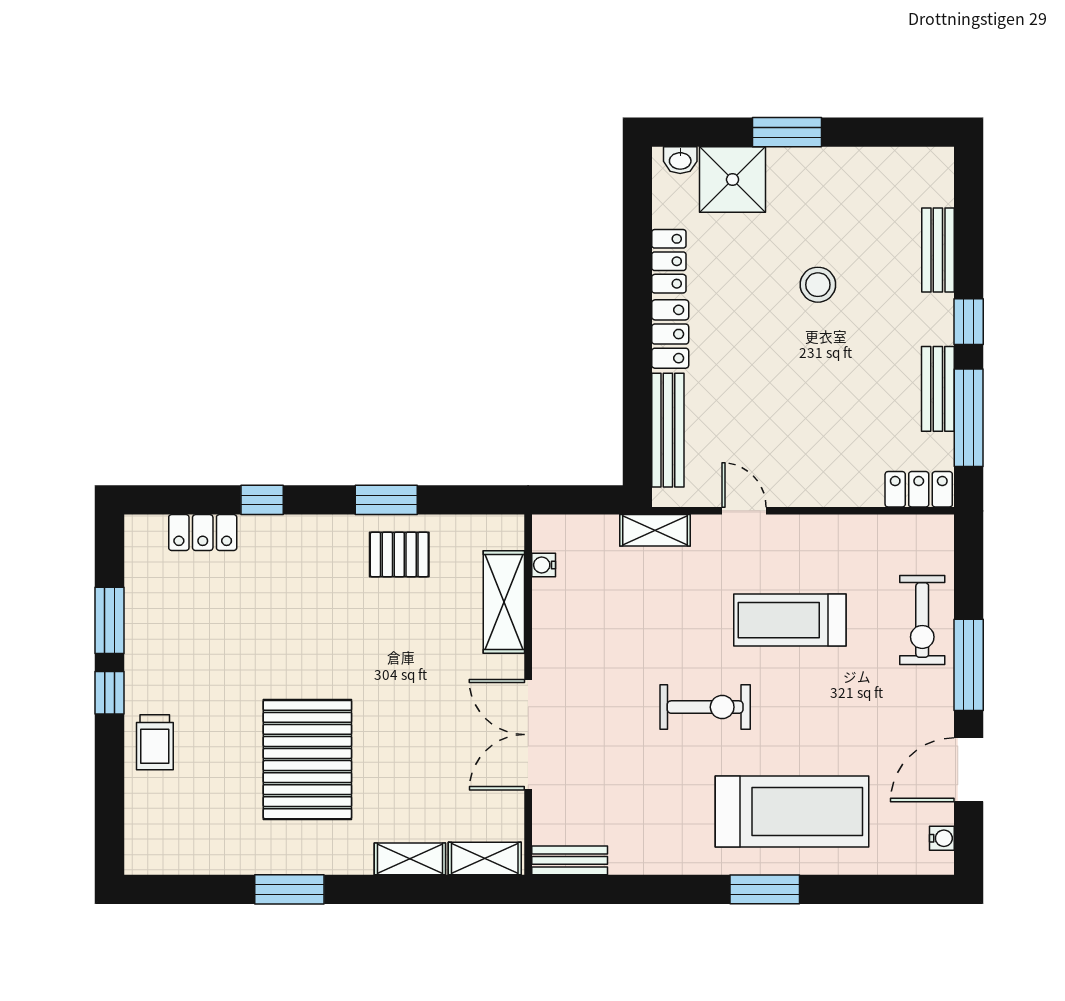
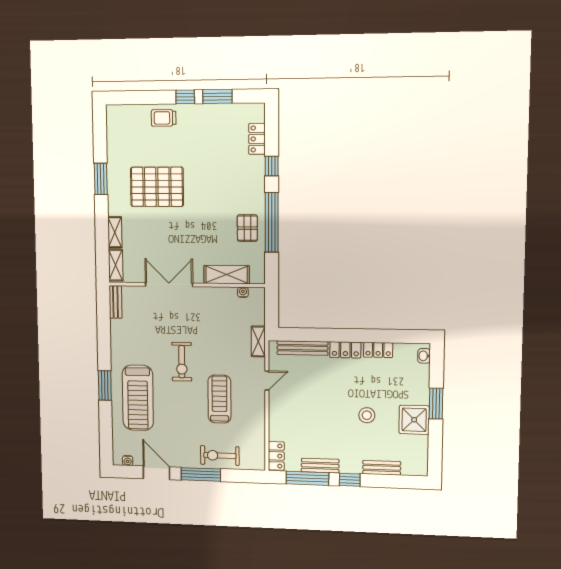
shower: (733, 179) -> (414, 420), moved
window: (386, 500) -> (272, 222), width x2.11

